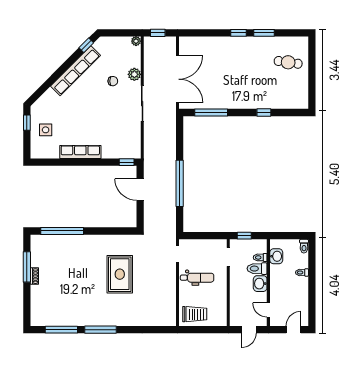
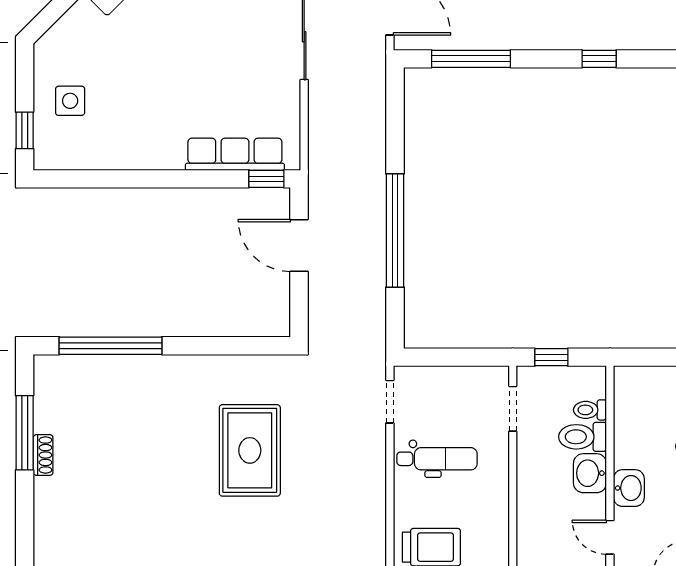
window: (27, 123) -> (25, 130), moved
row of seats: (80, 152) -> (235, 154), moved
washbasin: (276, 256) -> (629, 488), moved

